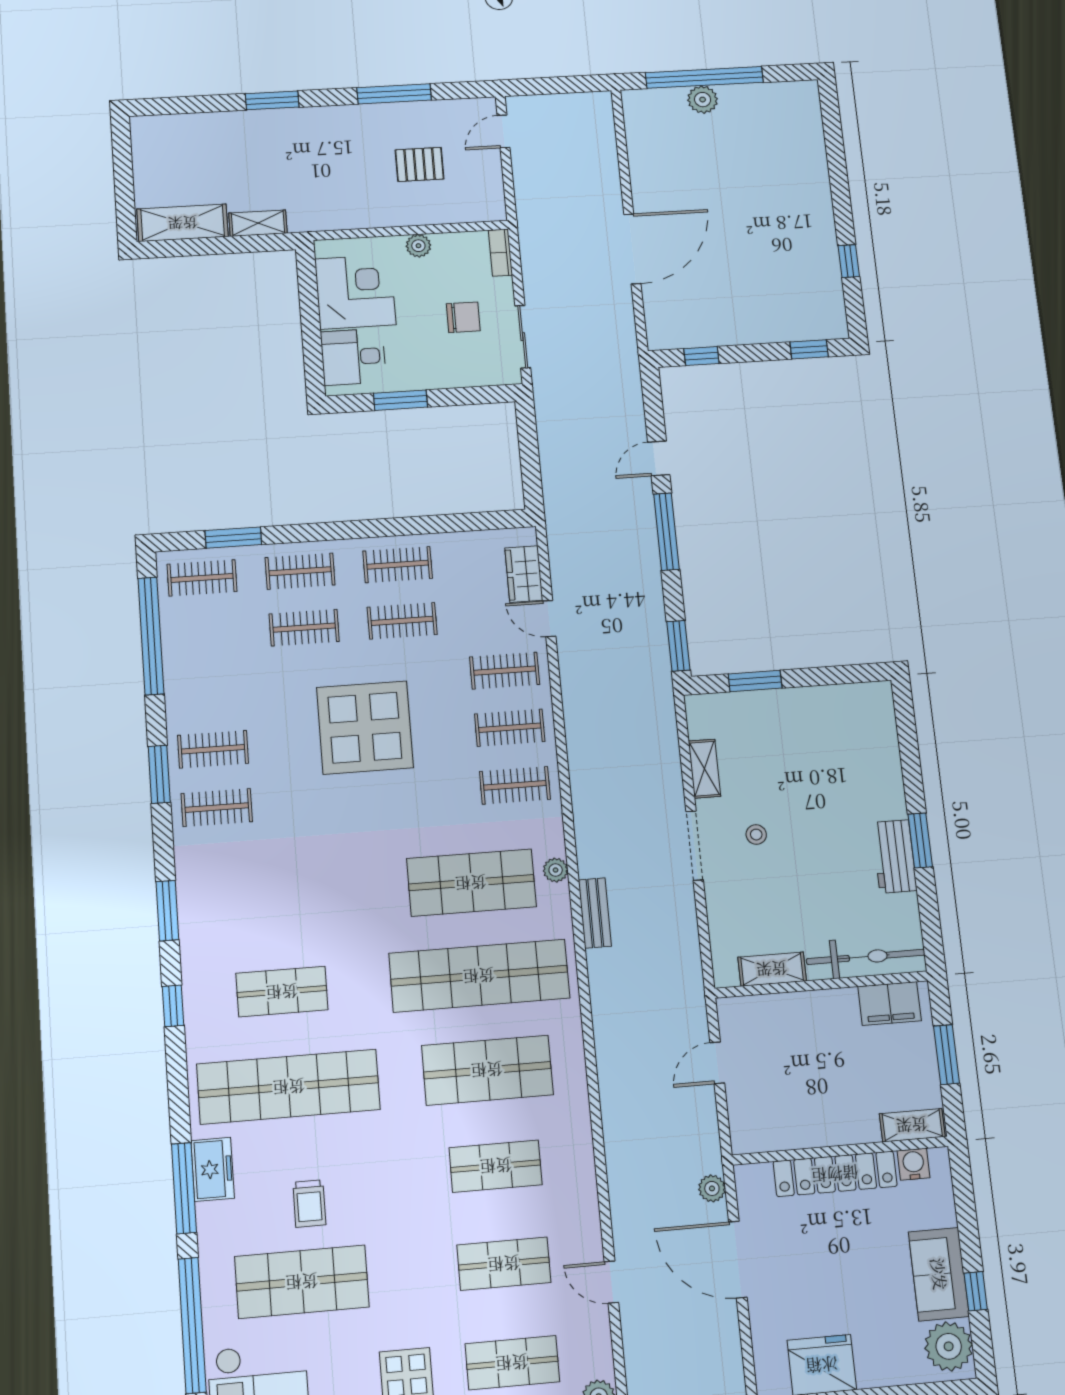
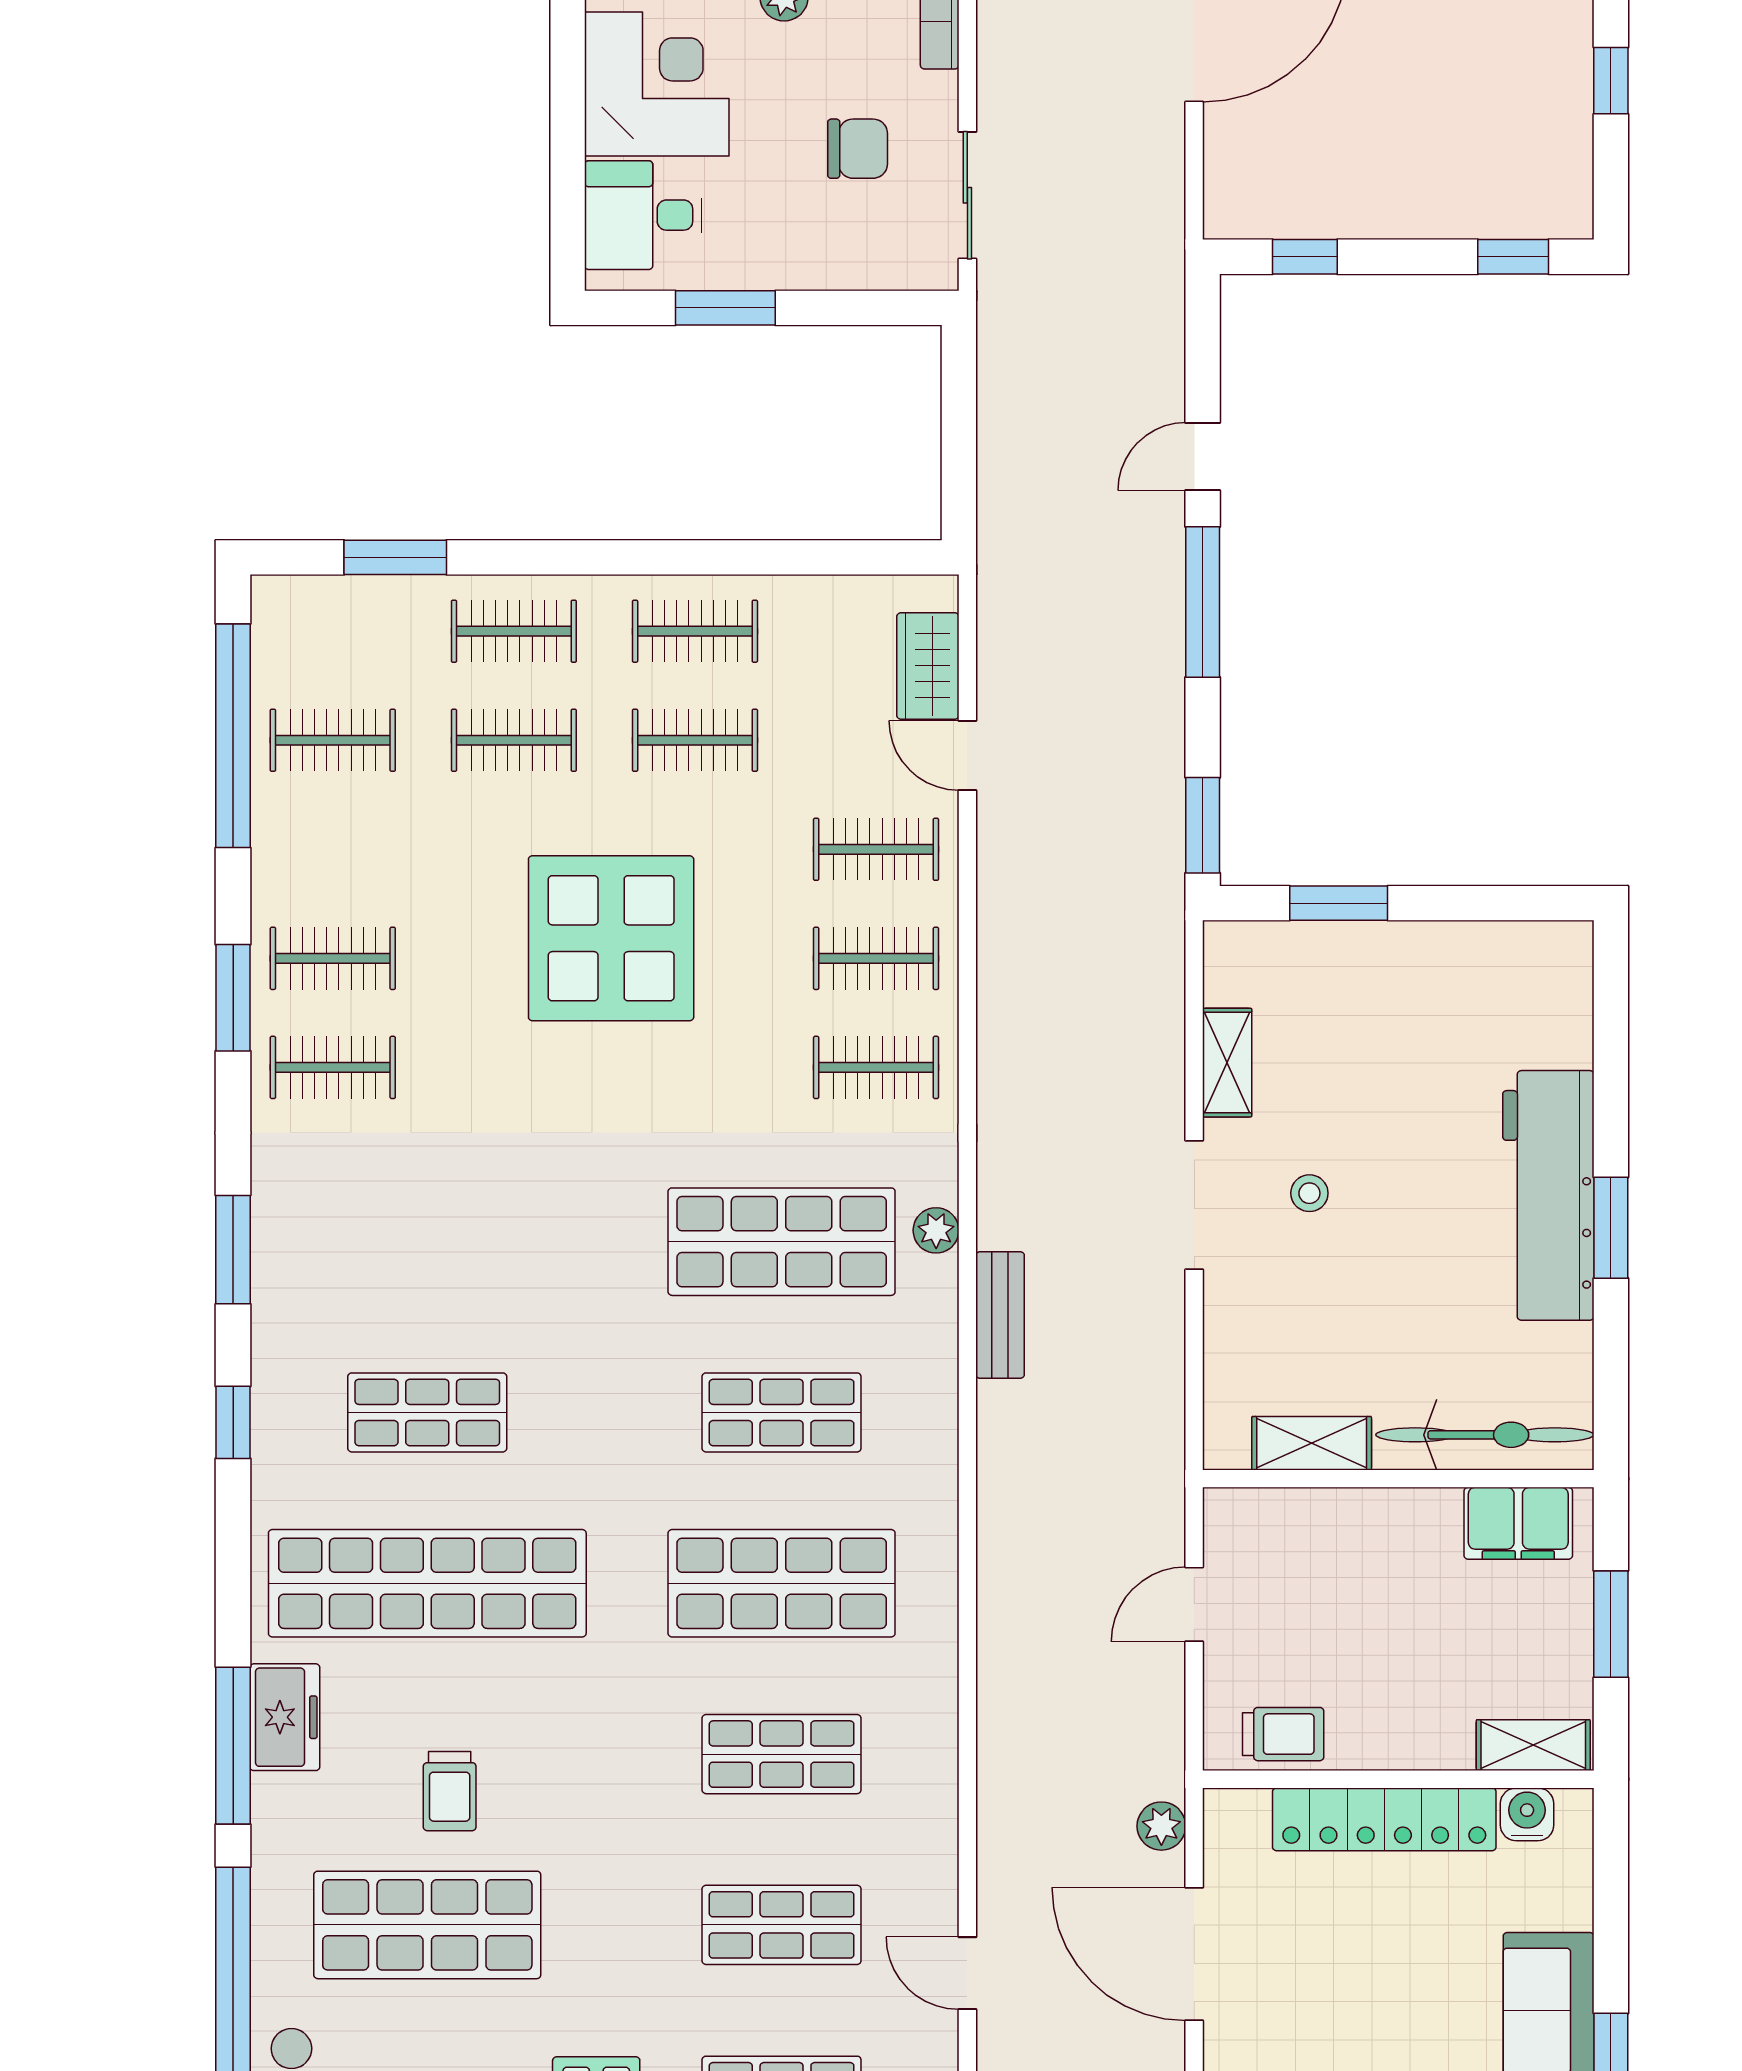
clothes rail: (202, 578) -> (333, 740), moved
workbench: (894, 856) -> (1548, 1195), width x1.88, depth x1.32
shop shelf: (479, 976) -> (782, 1412), width x0.50, depth x0.74
trolley: (774, 1131) -> (1283, 1734), added

